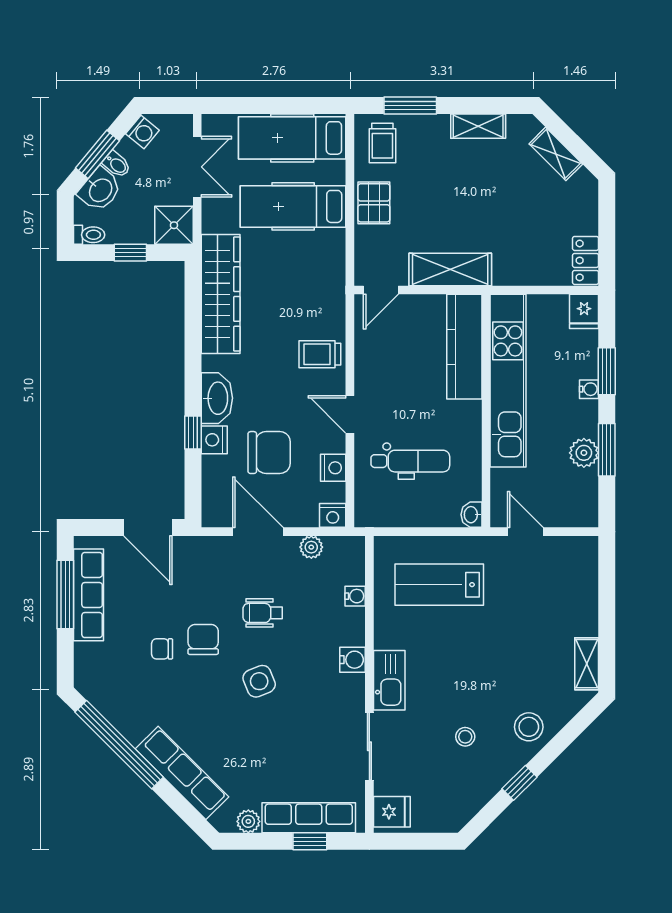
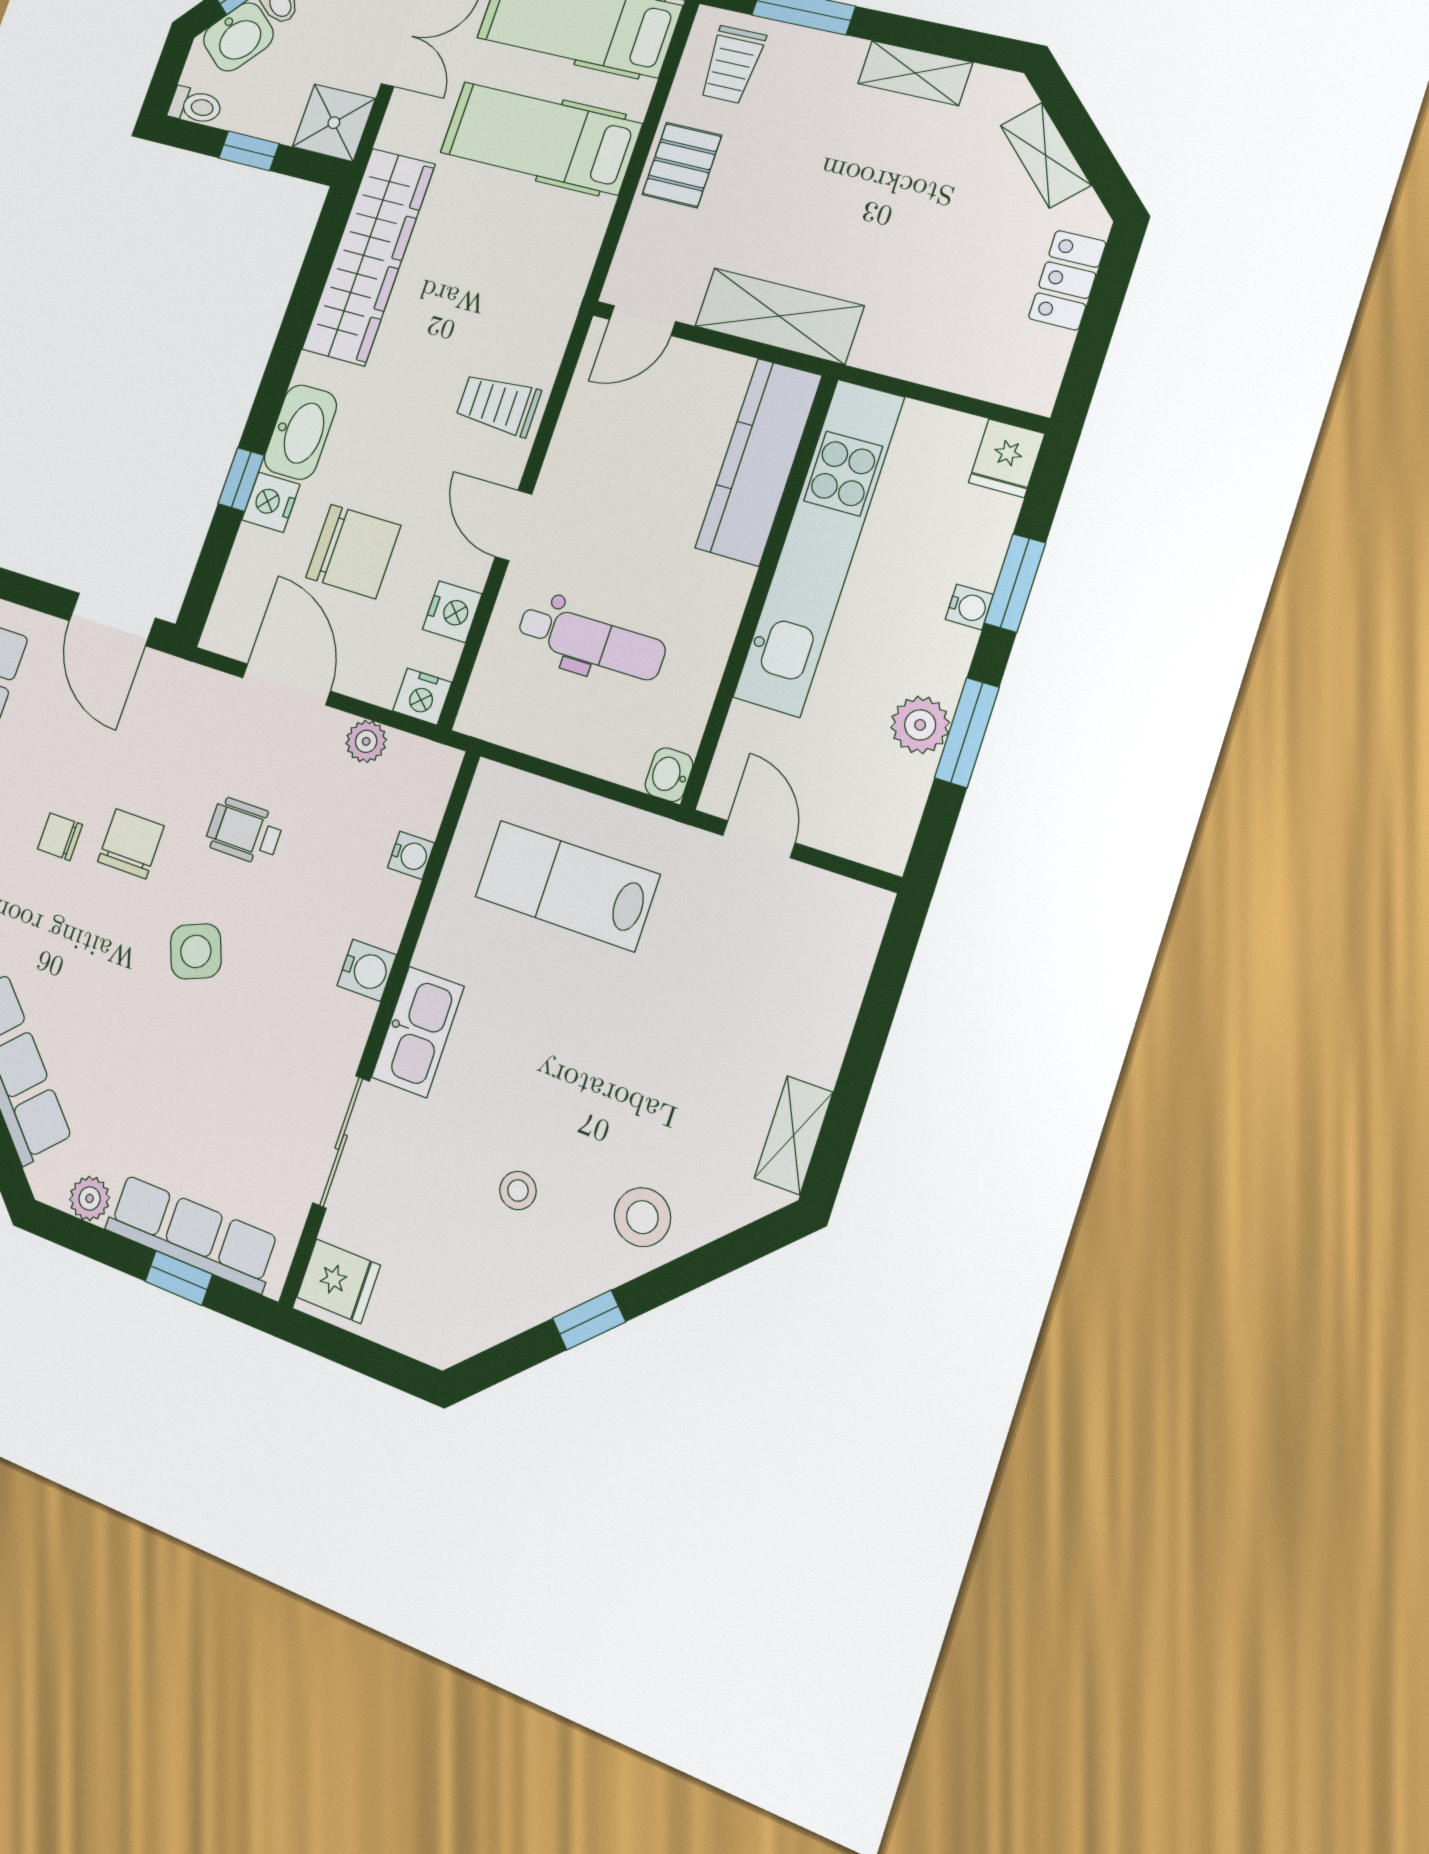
locker: (586, 260) -> (1067, 280), moved

